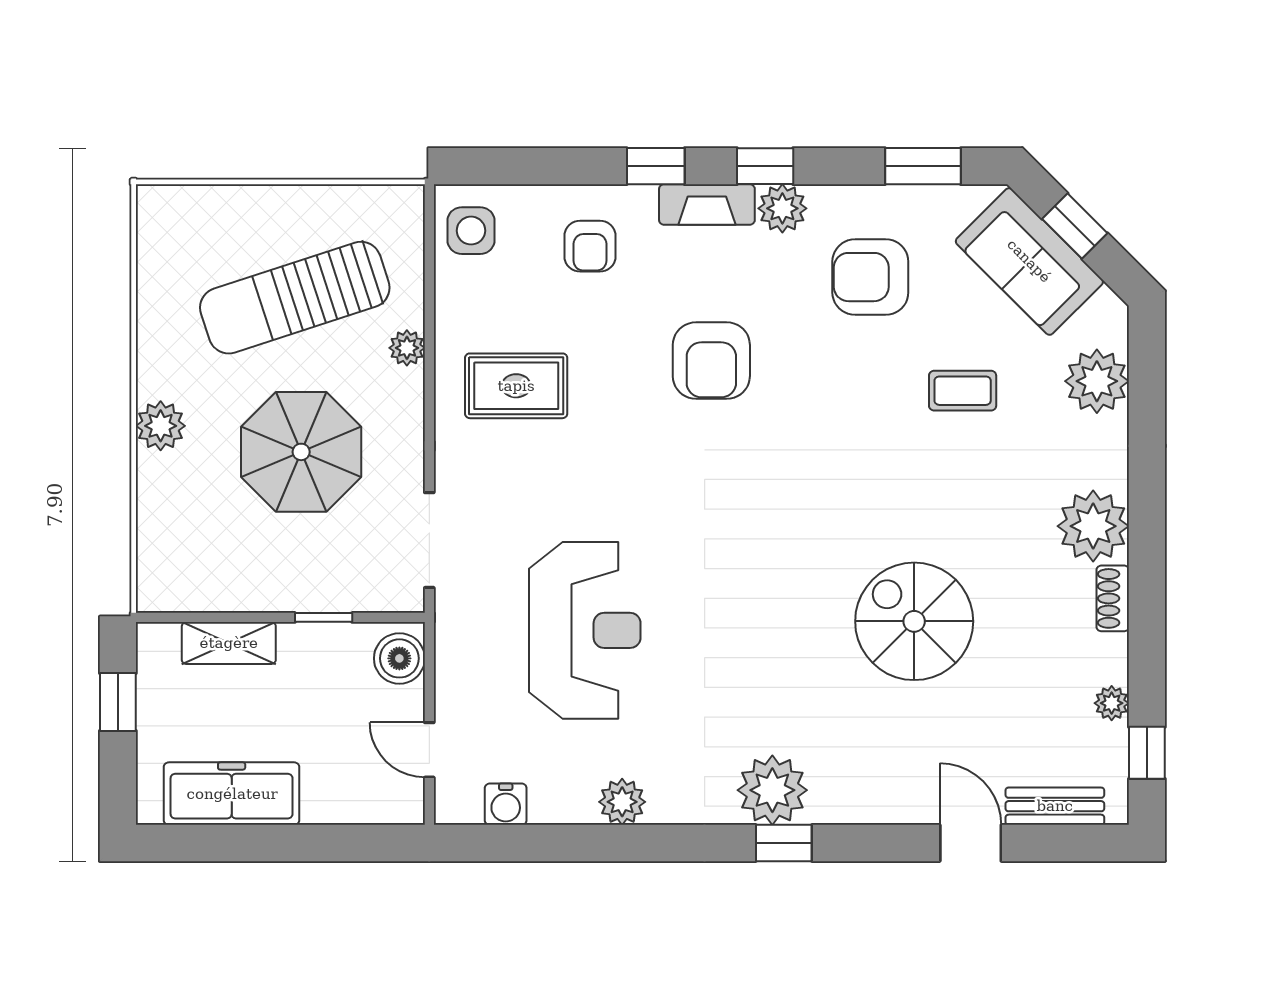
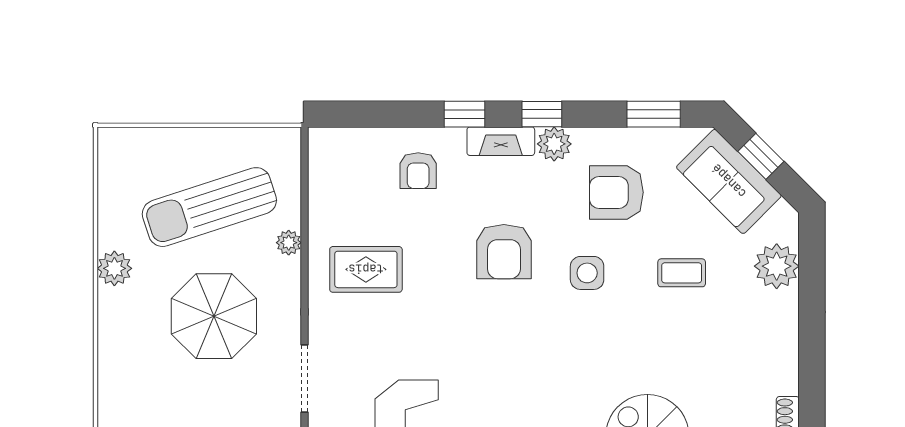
side table: (471, 231) -> (587, 273), moved
plant: (161, 426) -> (114, 268), moved
plant: (1093, 526) -> (774, 369), removed

